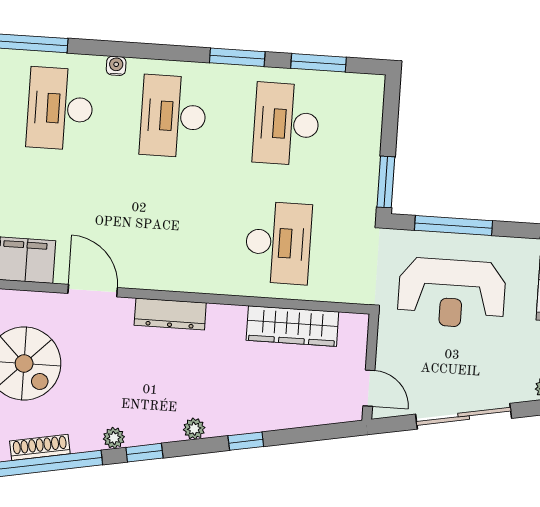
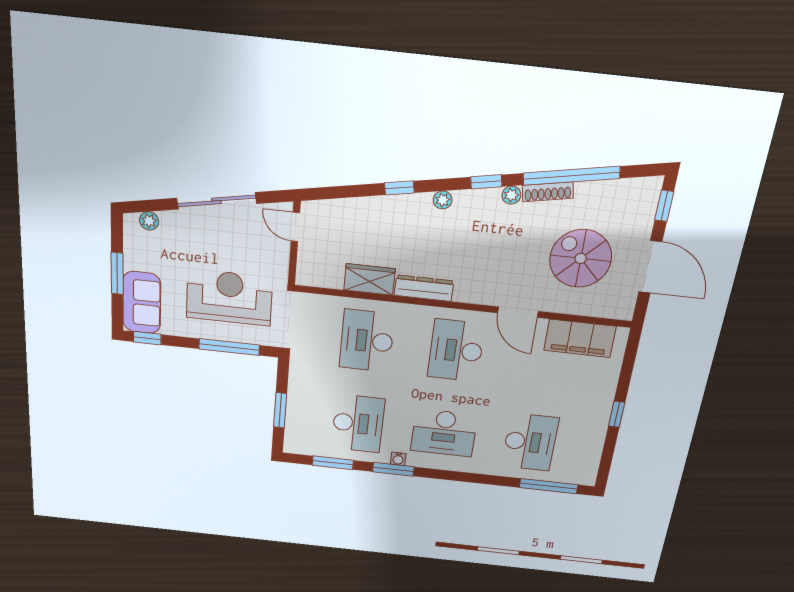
water cooler: (116, 66) -> (398, 459), moved
desk: (173, 116) -> (444, 433), turned 90
window: (386, 182) -> (280, 410), moved
desk: (165, 235) -> (456, 350), added
dresser: (170, 314) -> (424, 288), moved
wardrobe: (292, 326) -> (370, 279), width x0.67
shoe rack: (40, 447) -> (548, 192), moved

